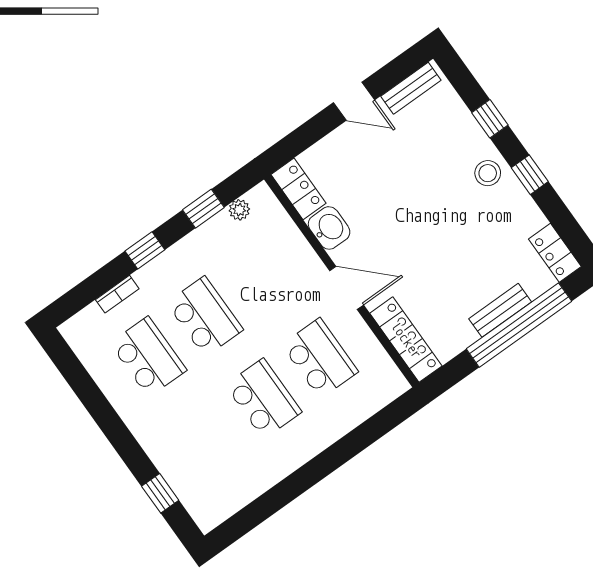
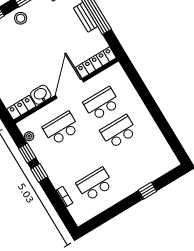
window: (145, 250) -> (39, 173), moved
door: (347, 288) -> (70, 89), width x1.36
school desk: (205, 316) -> (61, 128), moved
window: (160, 493) -> (148, 191), moved

